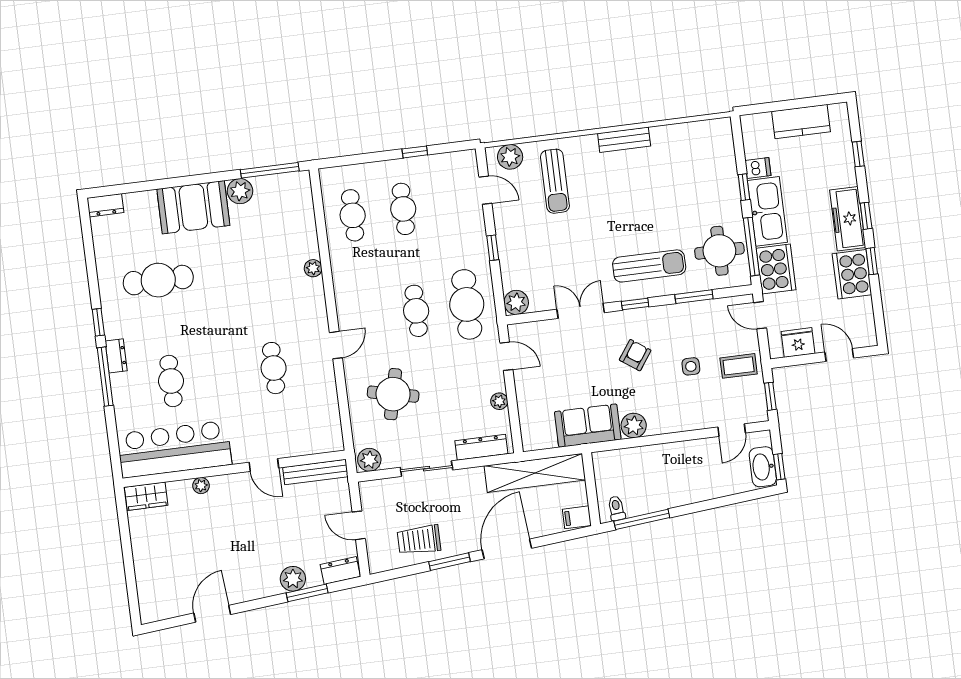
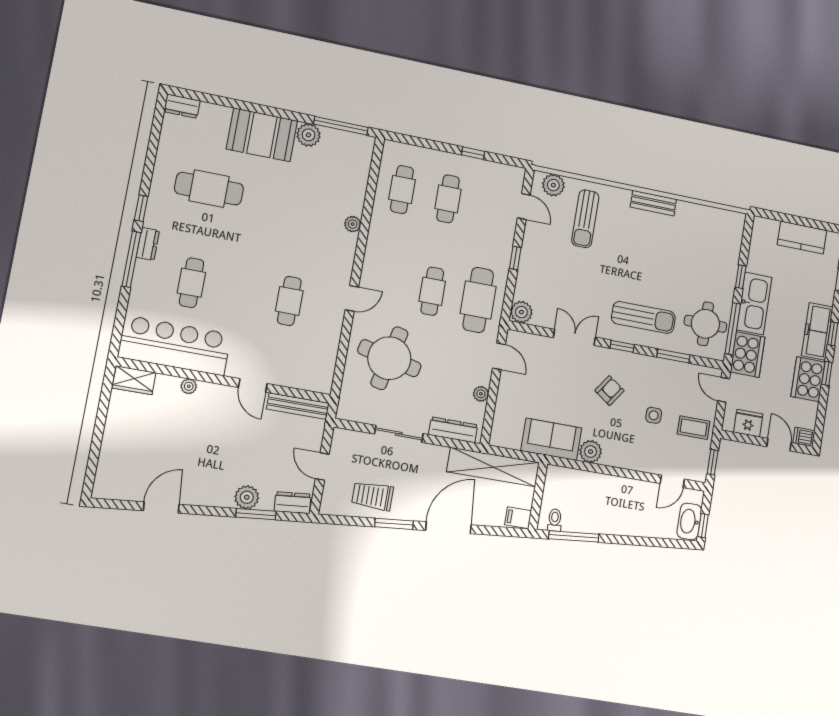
dishwasher: (758, 168) -> (804, 437), moved, turned 180
round table: (393, 394) -> (389, 358), width x1.36, depth x1.36
plant: (369, 460) -> (350, 410), removed

